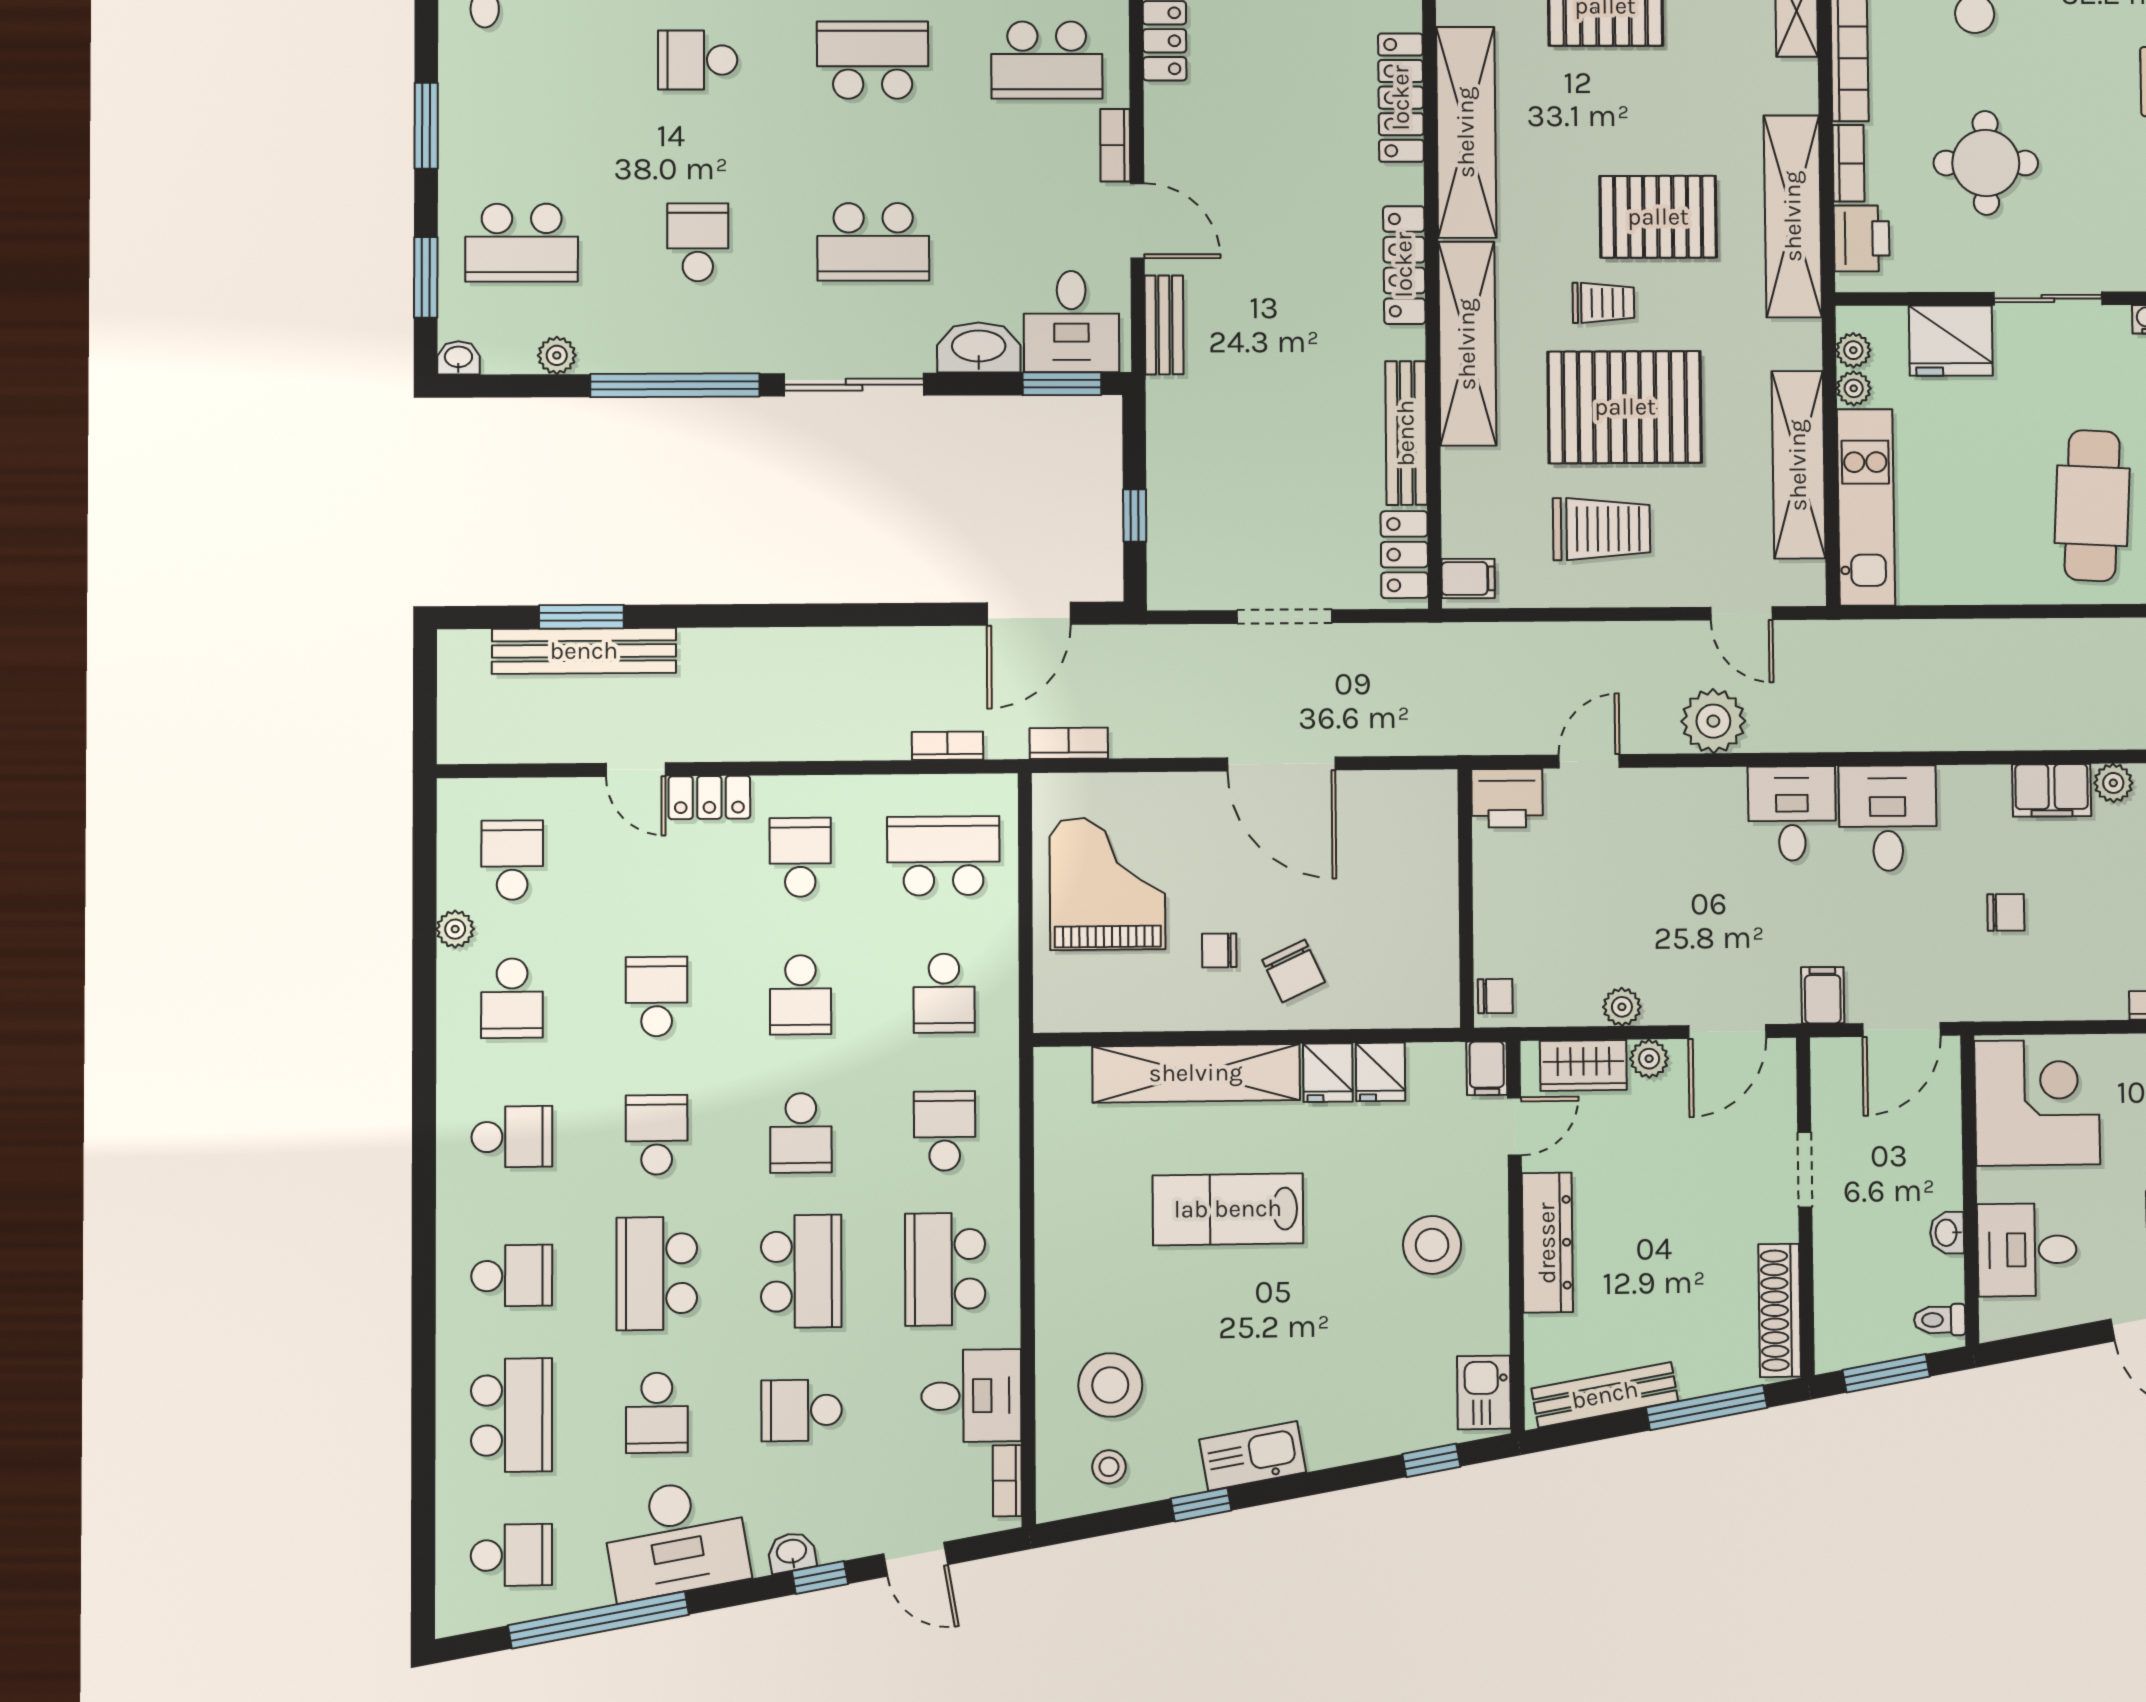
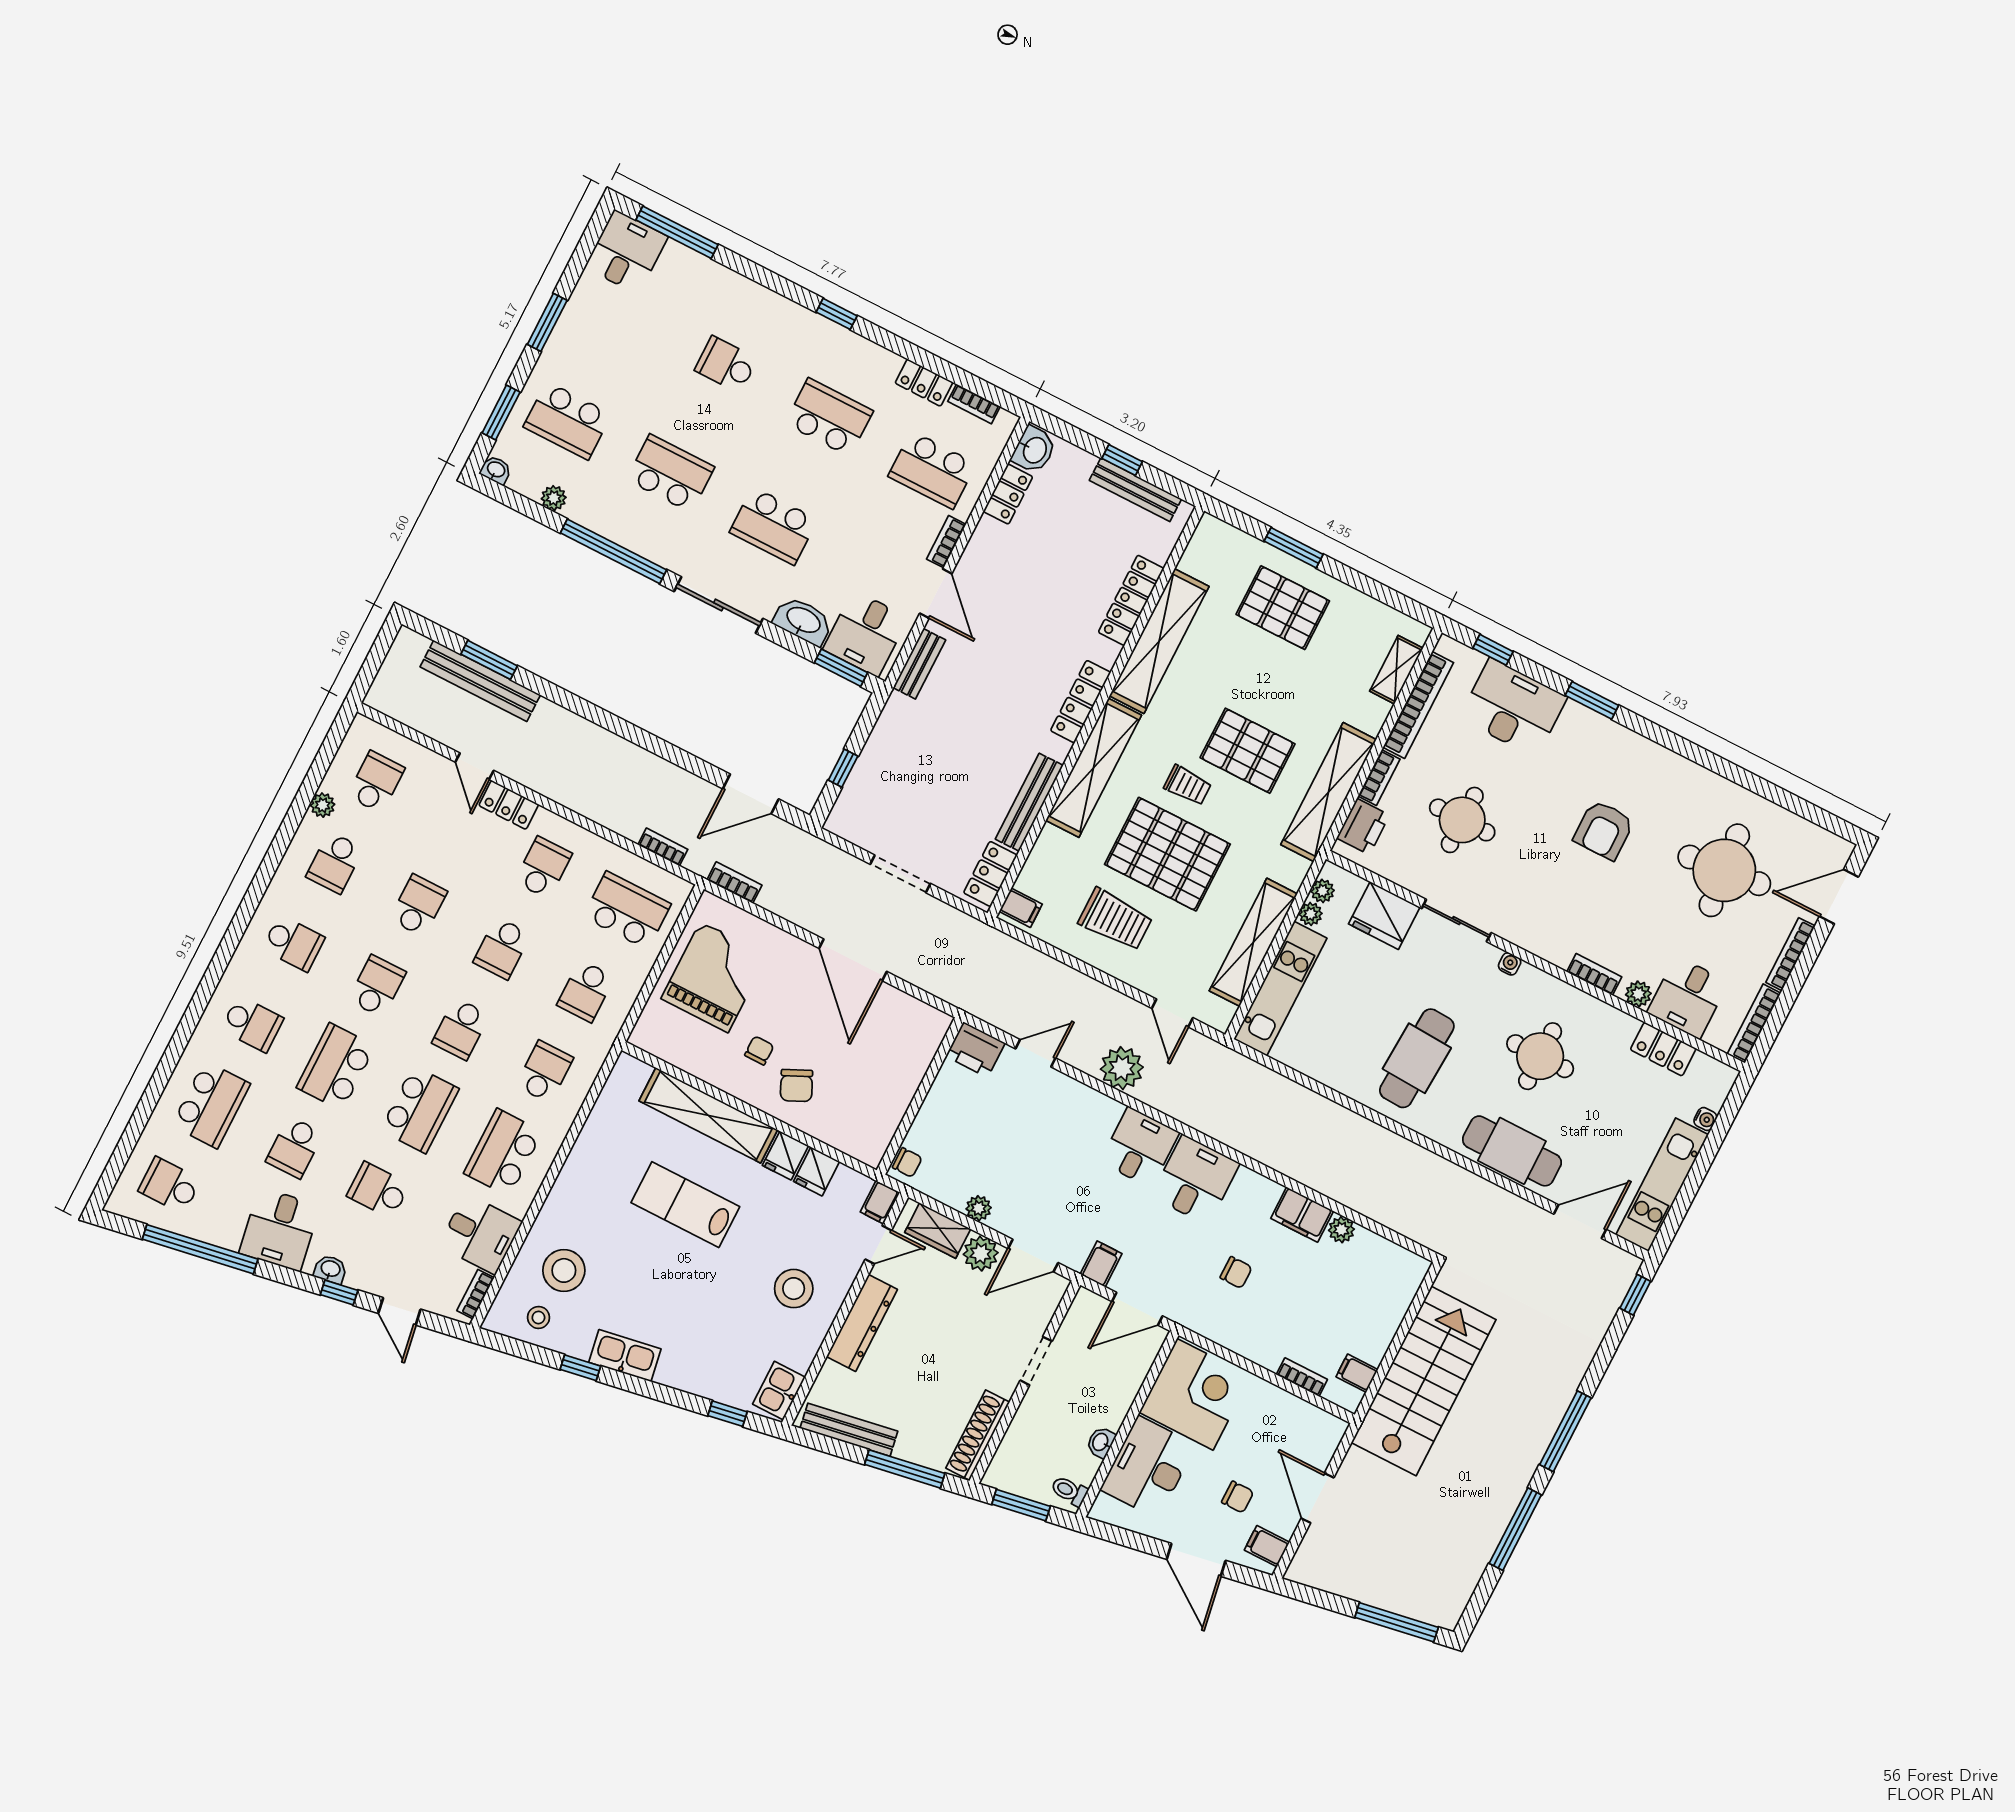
school desk: (698, 242) -> (670, 473), width x1.85
chair: (1219, 950) -> (759, 1050), turned 90
plant: (1649, 1059) -> (981, 1254), width x1.38, depth x1.38
desk: (2027, 1250) -> (1148, 1467), width x1.37
desk: (676, 1538) -> (280, 1229), width x0.73
school desk: (511, 1555) -> (170, 1185), turned 180

